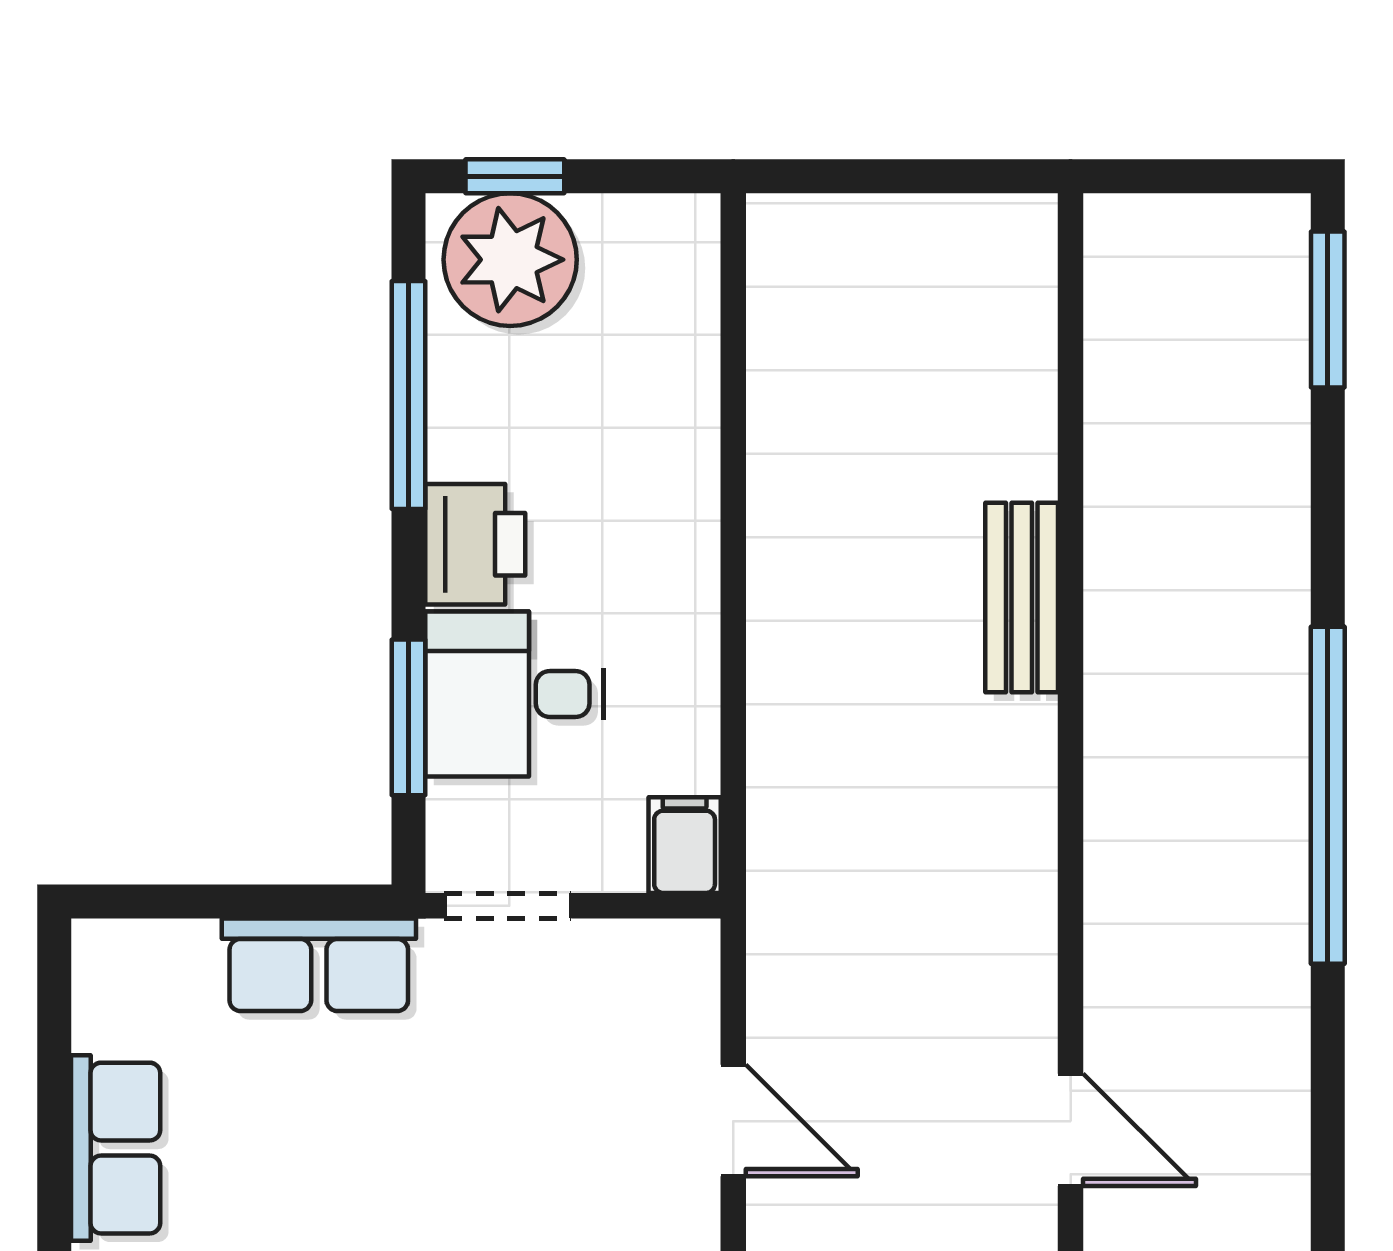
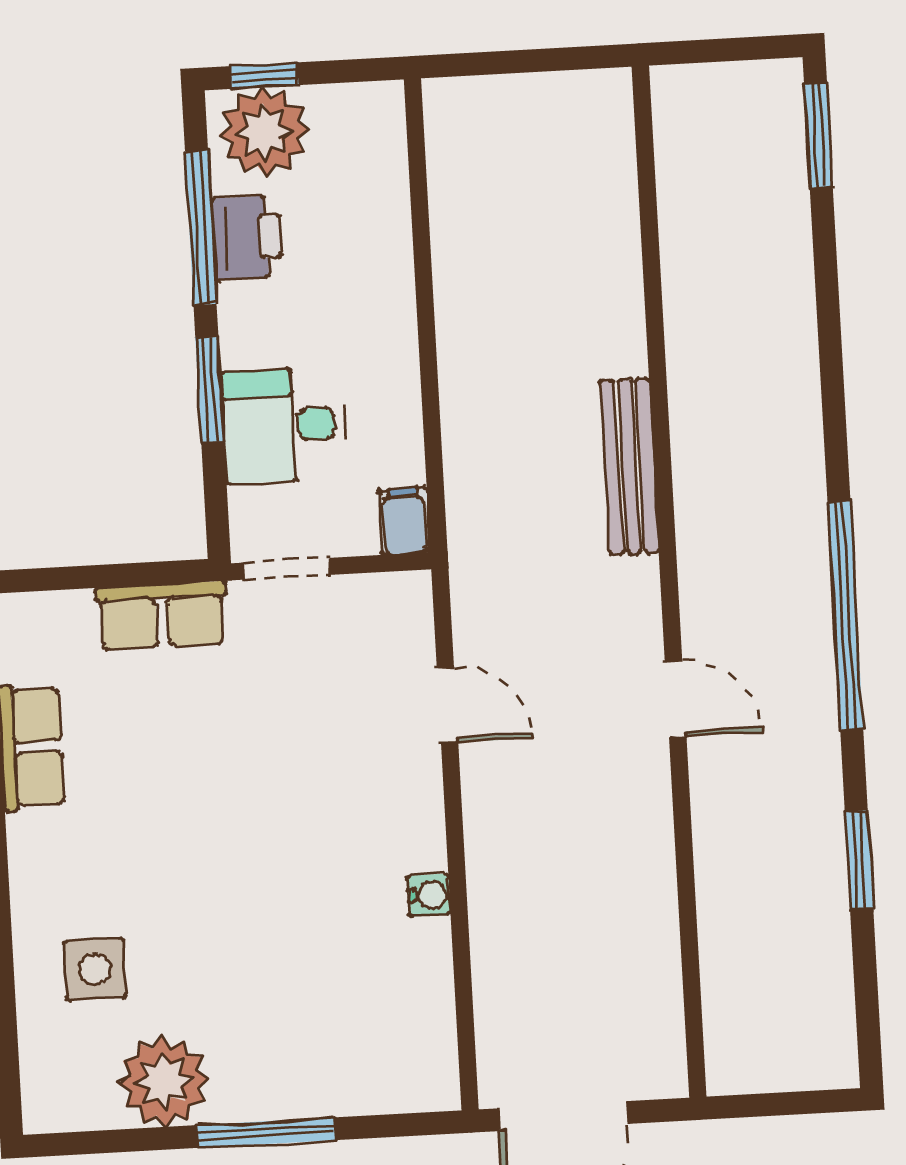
printer: (475, 544) -> (247, 237), moved
bench: (1022, 598) -> (630, 466), moved, width x1.36
window: (409, 717) -> (210, 390), moved
window: (1328, 795) -> (845, 616), moved

